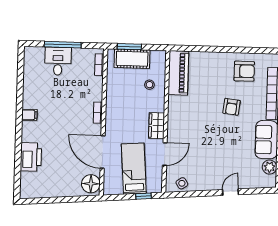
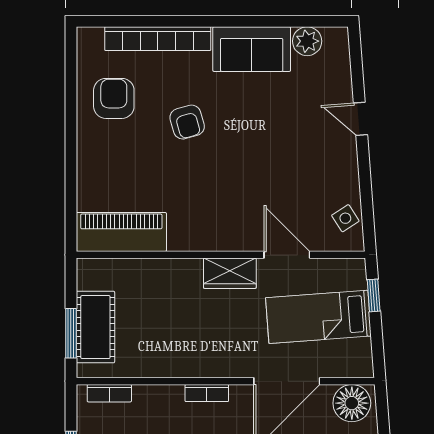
stool: (149, 85) -> (147, 290), removed
armchair: (232, 107) -> (187, 122), turned 67

